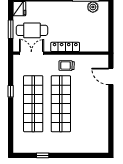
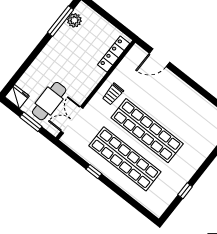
locker: (65, 47) -> (114, 54), moved

